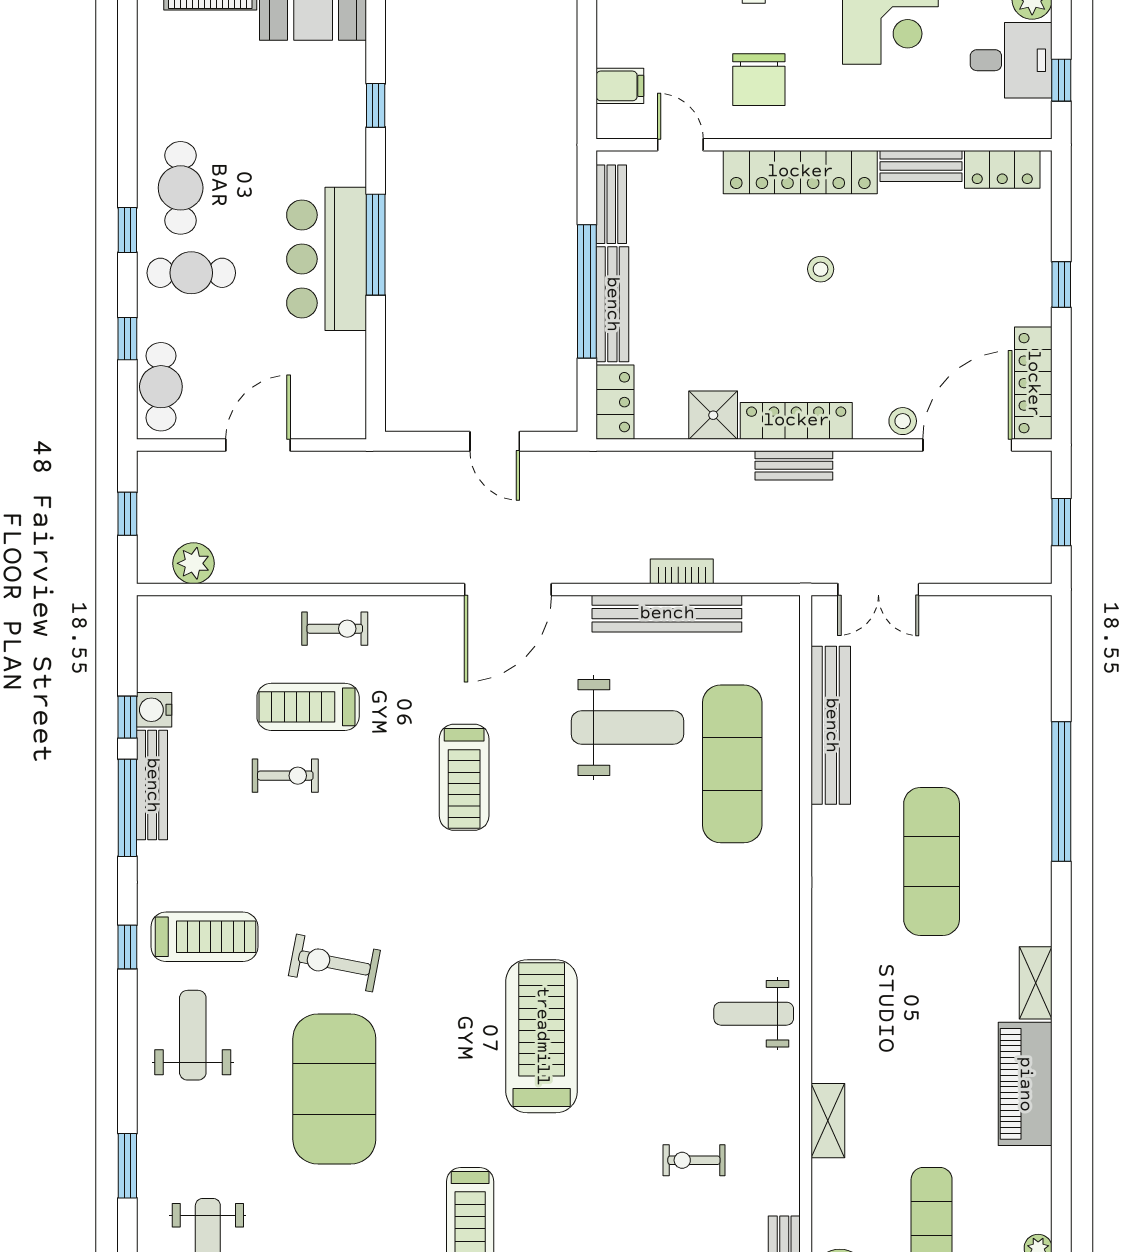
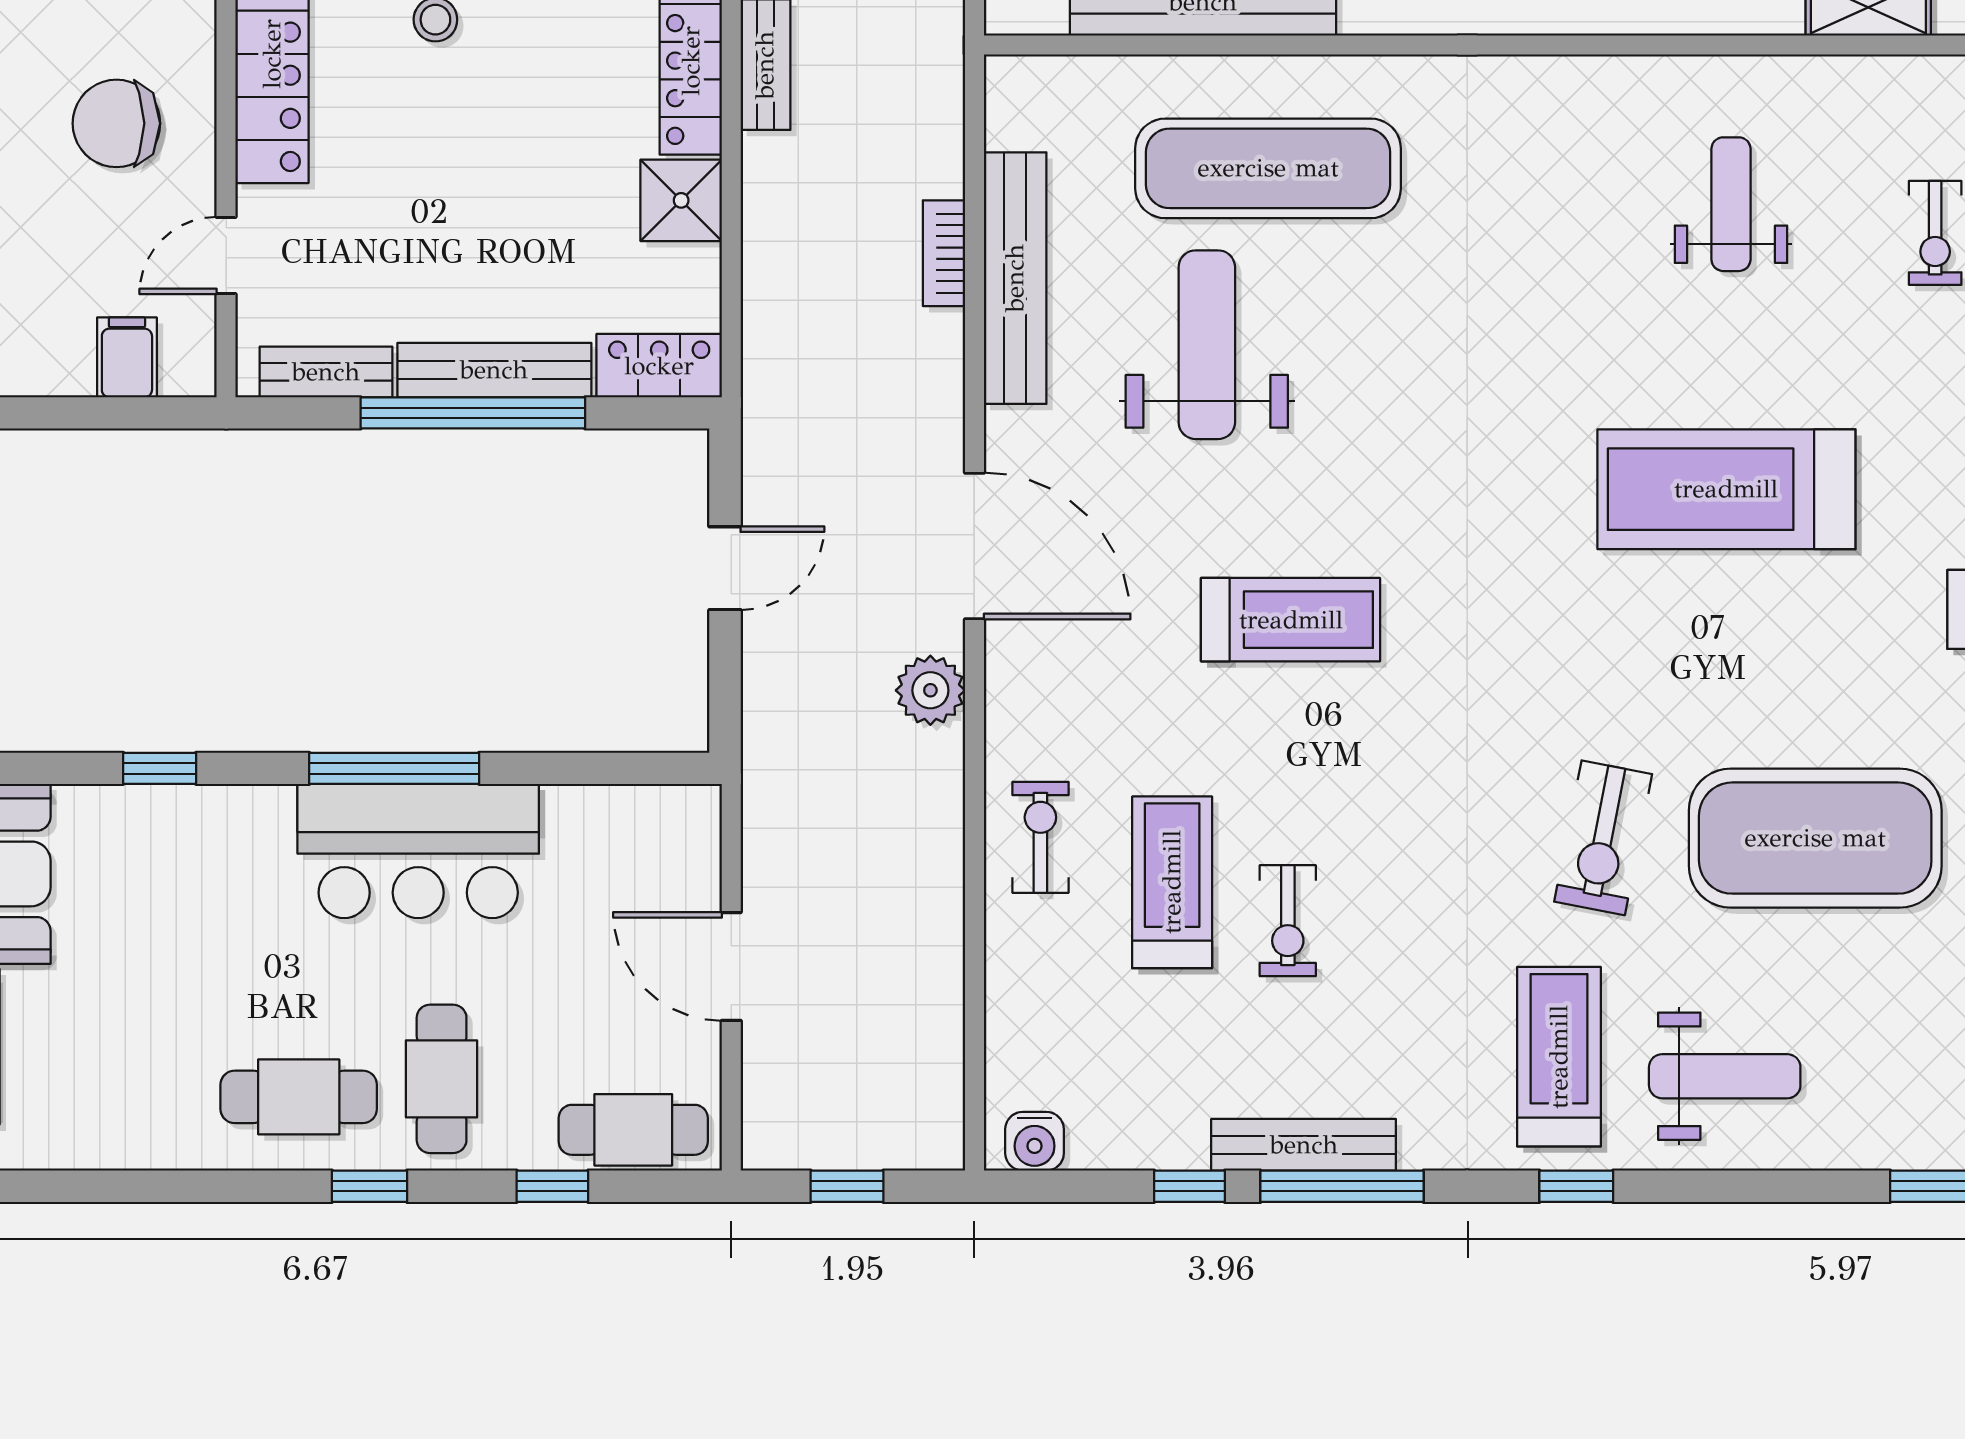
chair: (759, 80) -> (116, 123), turned 180
plant: (194, 563) -> (930, 690), moved
treadmill: (308, 707) -> (1172, 882), turned 180
water cooler: (154, 710) -> (1035, 1141), moved
exercise bike: (285, 776) -> (1288, 921), turned 180
weight bench: (754, 1014) -> (1731, 204), moved, turned 180
weight bench: (193, 1035) -> (1725, 1076), turned 180

